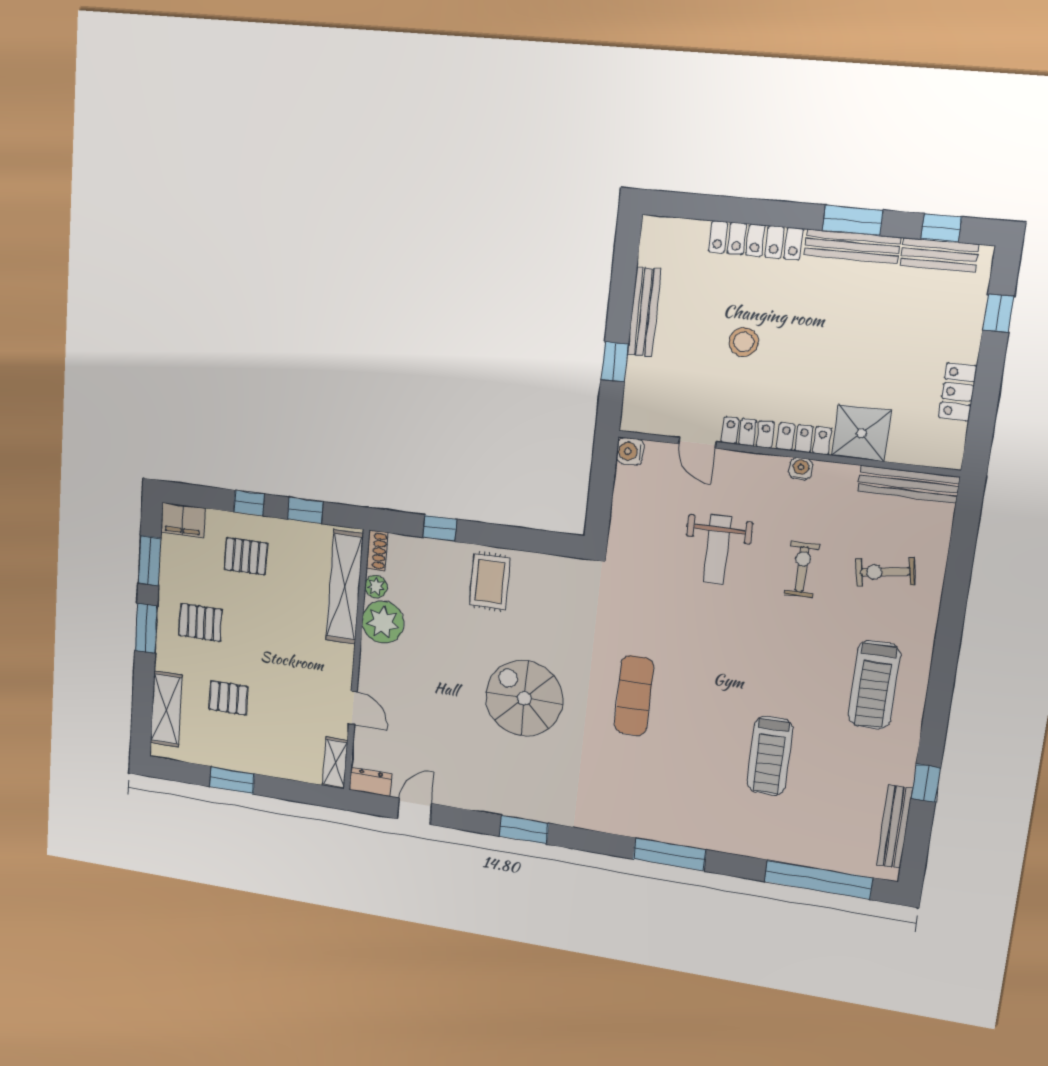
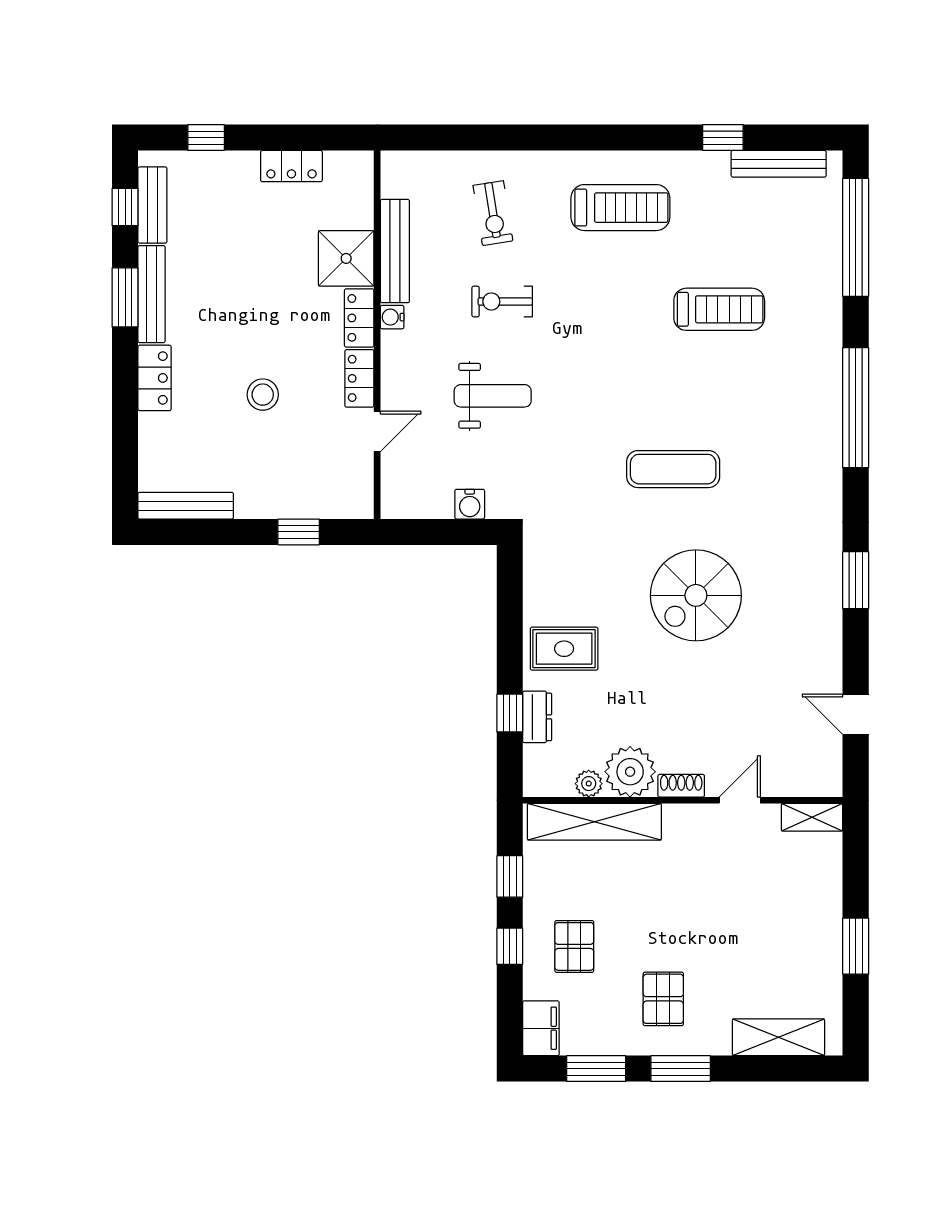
locker: (756, 240) -> (155, 378), width x0.66
bench: (644, 312) -> (186, 506), moved
water cooler: (630, 451) -> (470, 504), moved
bench: (909, 484) -> (395, 251), moved
shoe rack: (377, 551) -> (681, 786), moved
pallet: (228, 698) -> (752, 958), removed
dresser: (371, 782) -> (537, 717), moved, turned 180
window: (669, 854) -> (856, 408), width x1.46

